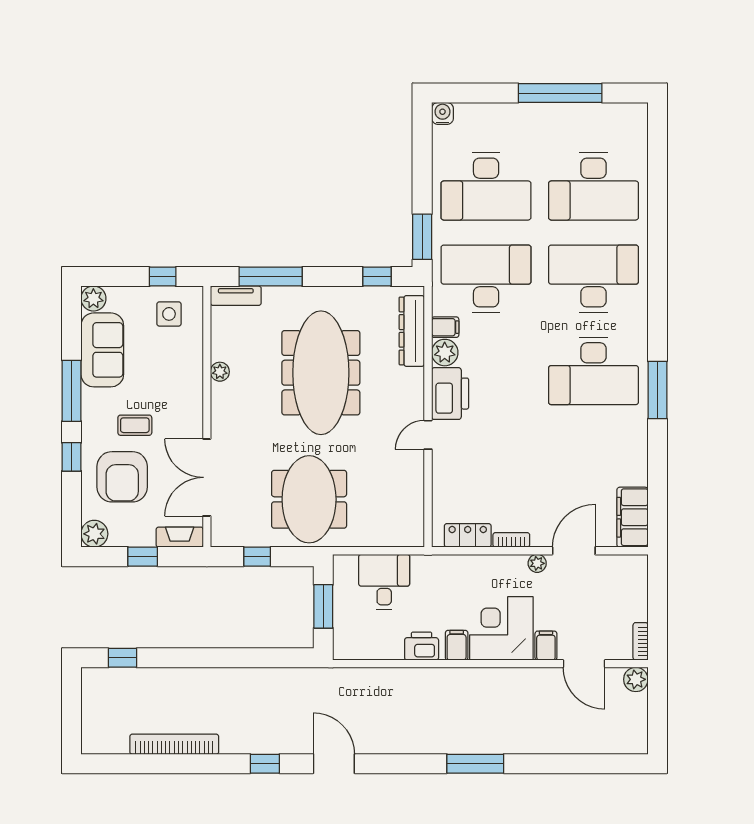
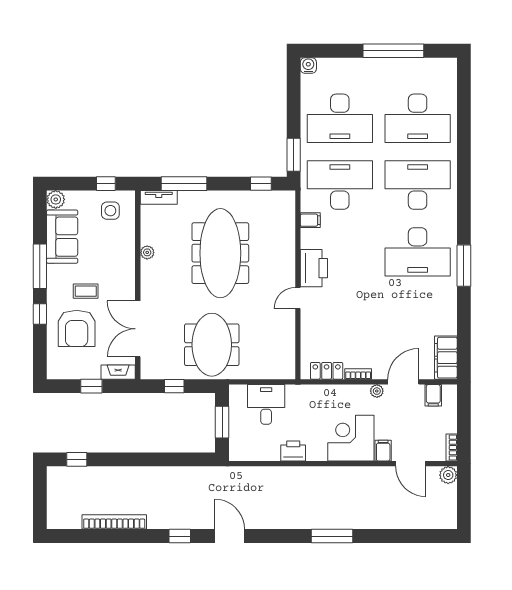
dresser: (412, 331) -> (286, 223), removed
plant: (445, 353) -> (310, 239), removed
plant: (94, 534) -> (56, 370), removed
filing cabinet: (457, 645) -> (433, 395), moved, turned 180

